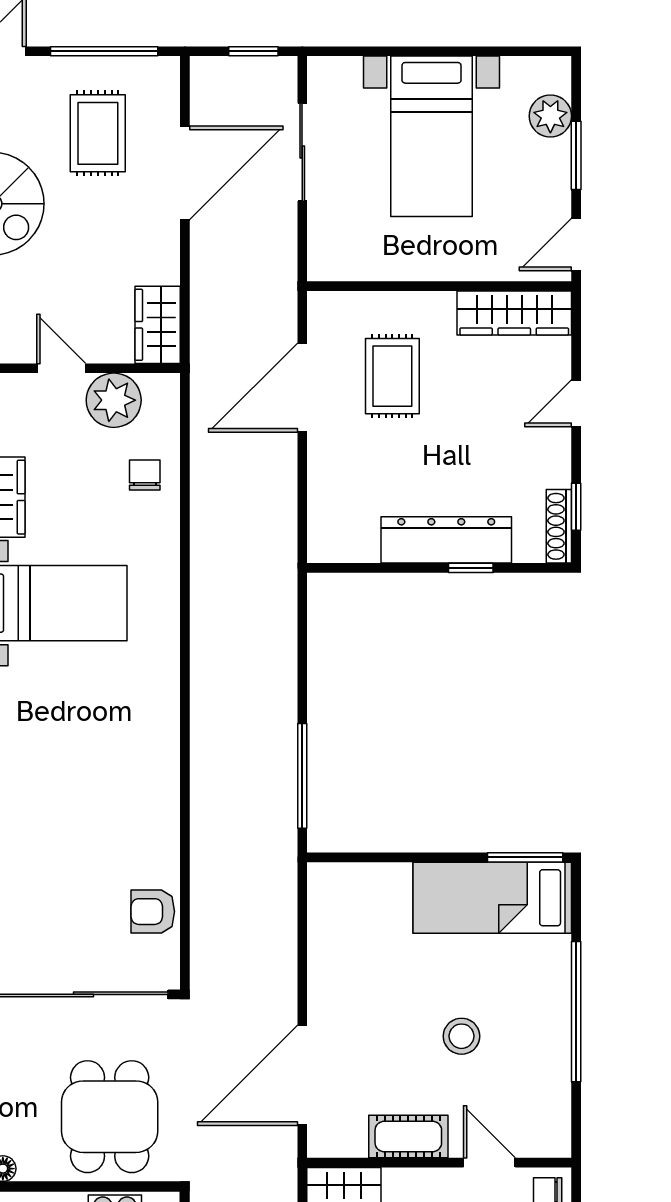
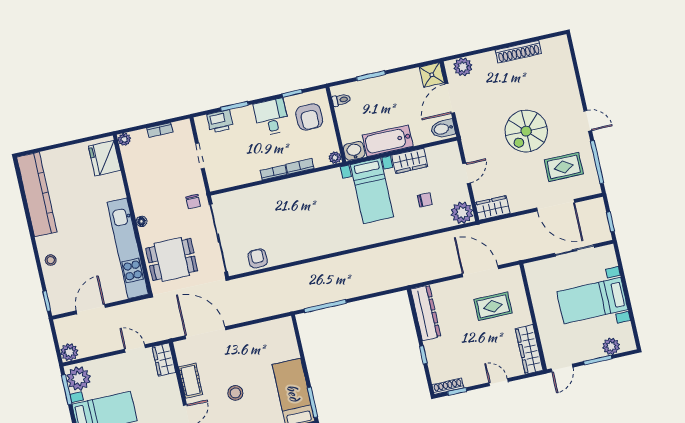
door: (576, 245) -> (562, 368), swing flipped
plant: (114, 400) -> (462, 213), moved
chair: (145, 475) -> (425, 200), moved
dresser: (446, 540) -> (426, 313), moved

